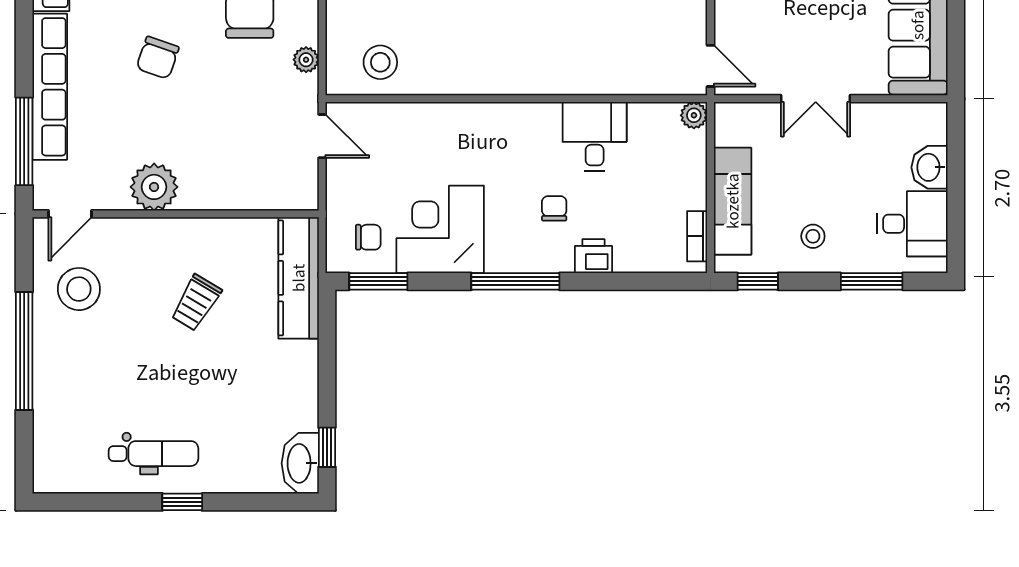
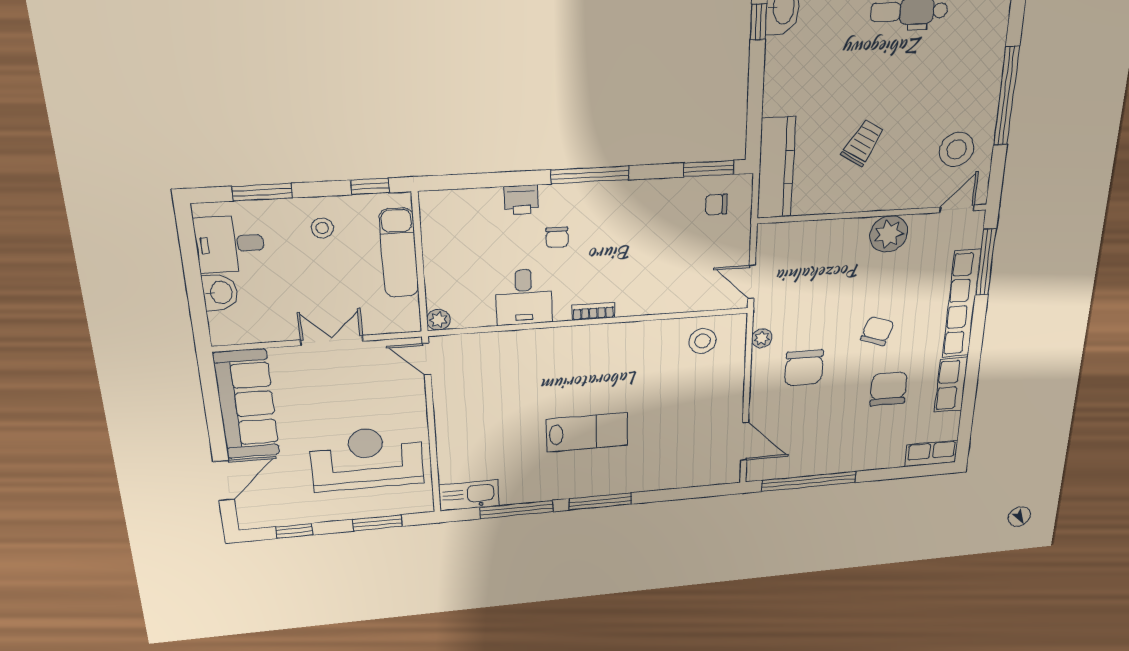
corner desk: (440, 229) -> (655, 214), removed
bookcase: (697, 236) -> (593, 311), moved, turned -90

